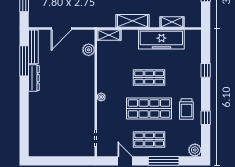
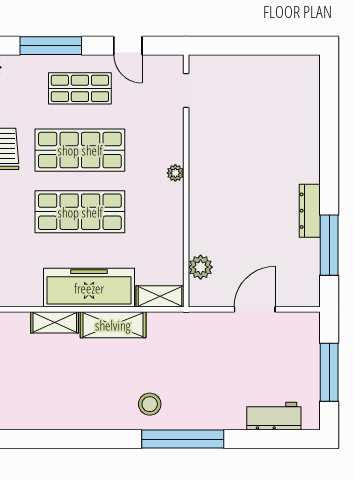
shelving: (172, 22) -> (55, 322), moved
freezer: (161, 39) -> (89, 288), moved
bench: (33, 47) -> (311, 273), removed
shop shelf: (149, 78) -> (80, 212), width x1.43, depth x1.36

